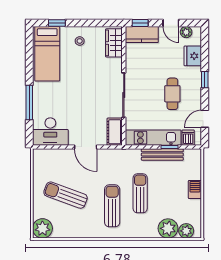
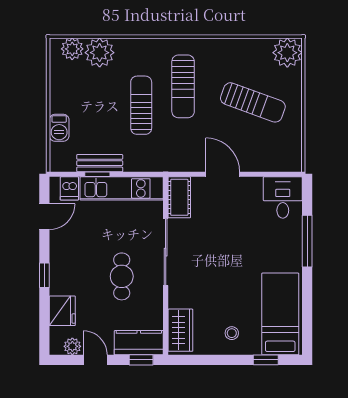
cafe table: (172, 94) -> (122, 276), moved
desk: (50, 132) -> (283, 198), width x0.73
bench: (162, 155) -> (100, 163), width x0.73
barbecue: (195, 189) -> (59, 128), moved
sun lounger: (140, 193) -> (141, 105), turned 180

